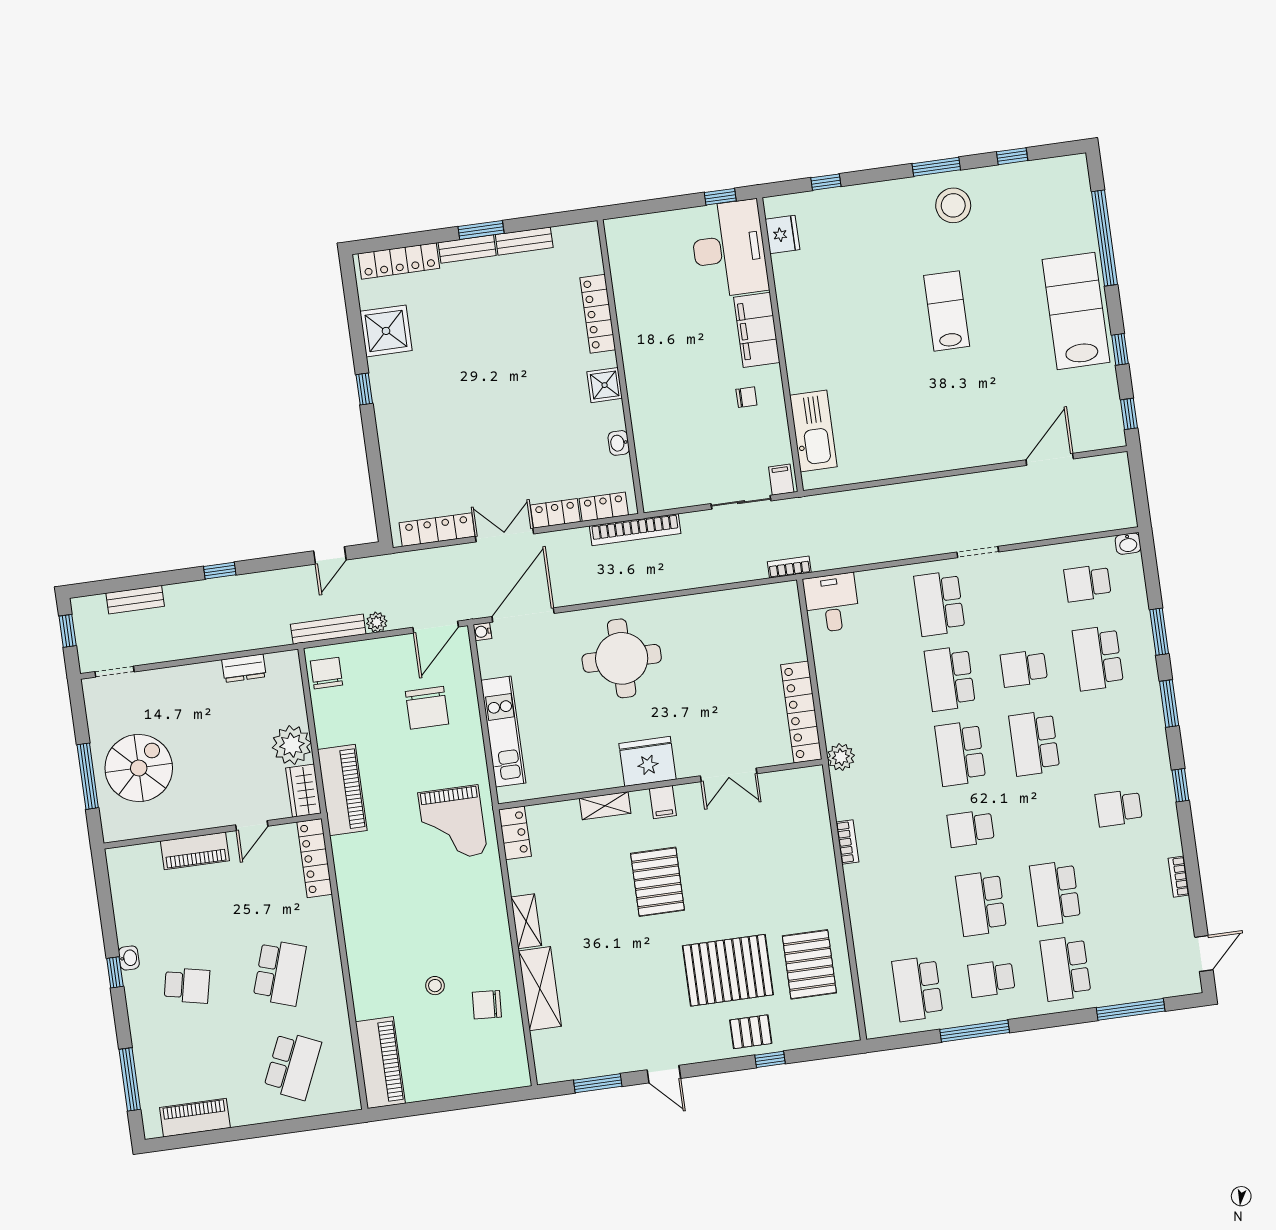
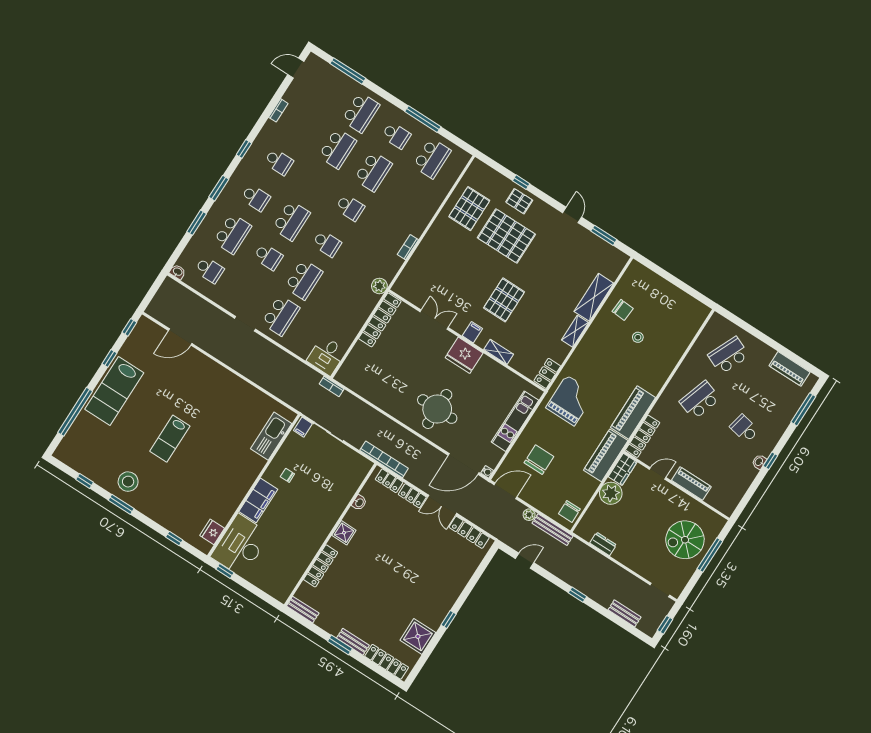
bench: (524, 241) -> (303, 610), moved
school desk: (1108, 733) -> (256, 198), added
school desk: (960, 754) -> (327, 244), width x0.54
piano: (380, 1063) -> (633, 413), moved

